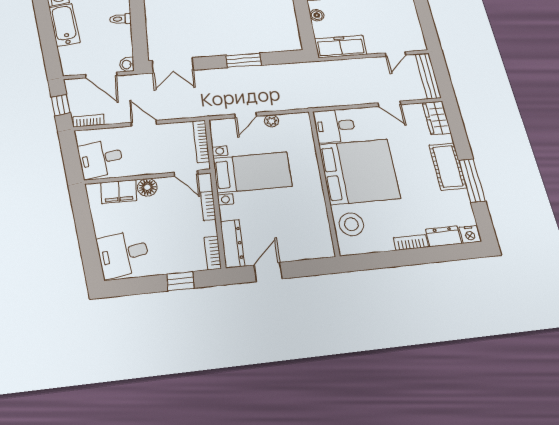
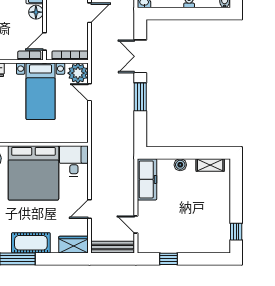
window: (426, 19) -> (169, 259), added
double door: (173, 65) -> (140, 56), moved
plant: (271, 121) -> (78, 73), moved, width x1.88, depth x1.88
bookcase: (208, 206) -> (29, 55), moved

